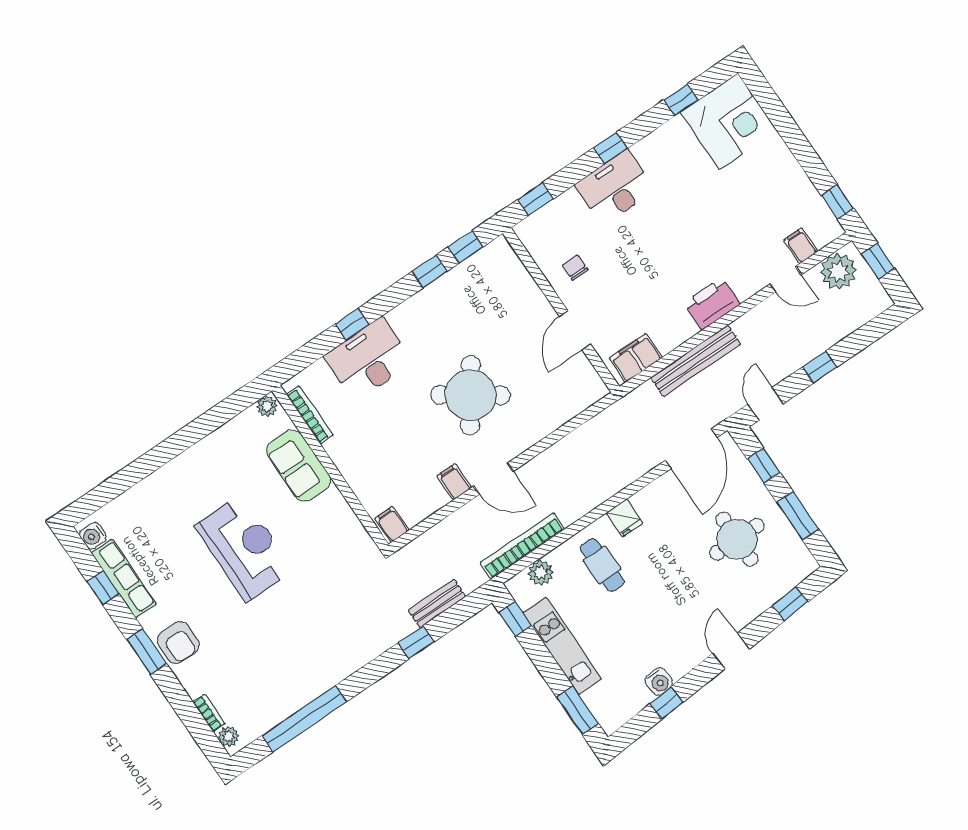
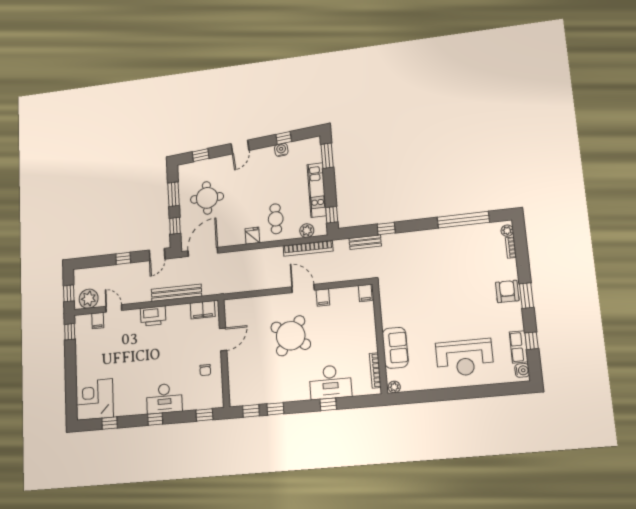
reception desk: (244, 548) -> (465, 358), moved, turned -90
row of seats: (124, 579) -> (519, 347), width x0.68

